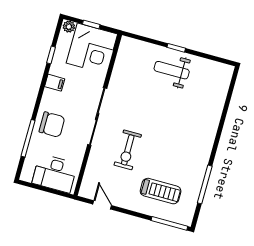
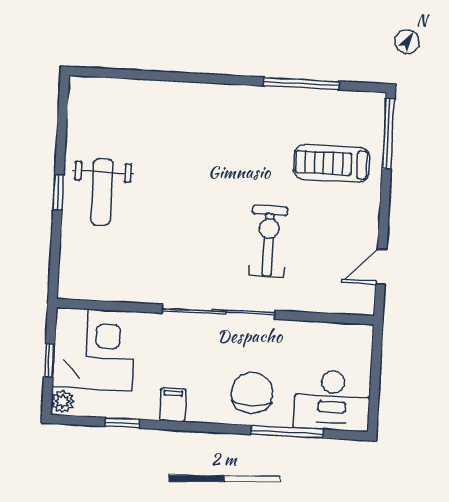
exercise bike: (128, 150) -> (268, 241), turned -90
desk: (55, 173) -> (332, 401), moved, turned 90
treadmill: (161, 191) -> (332, 163), turned -90

